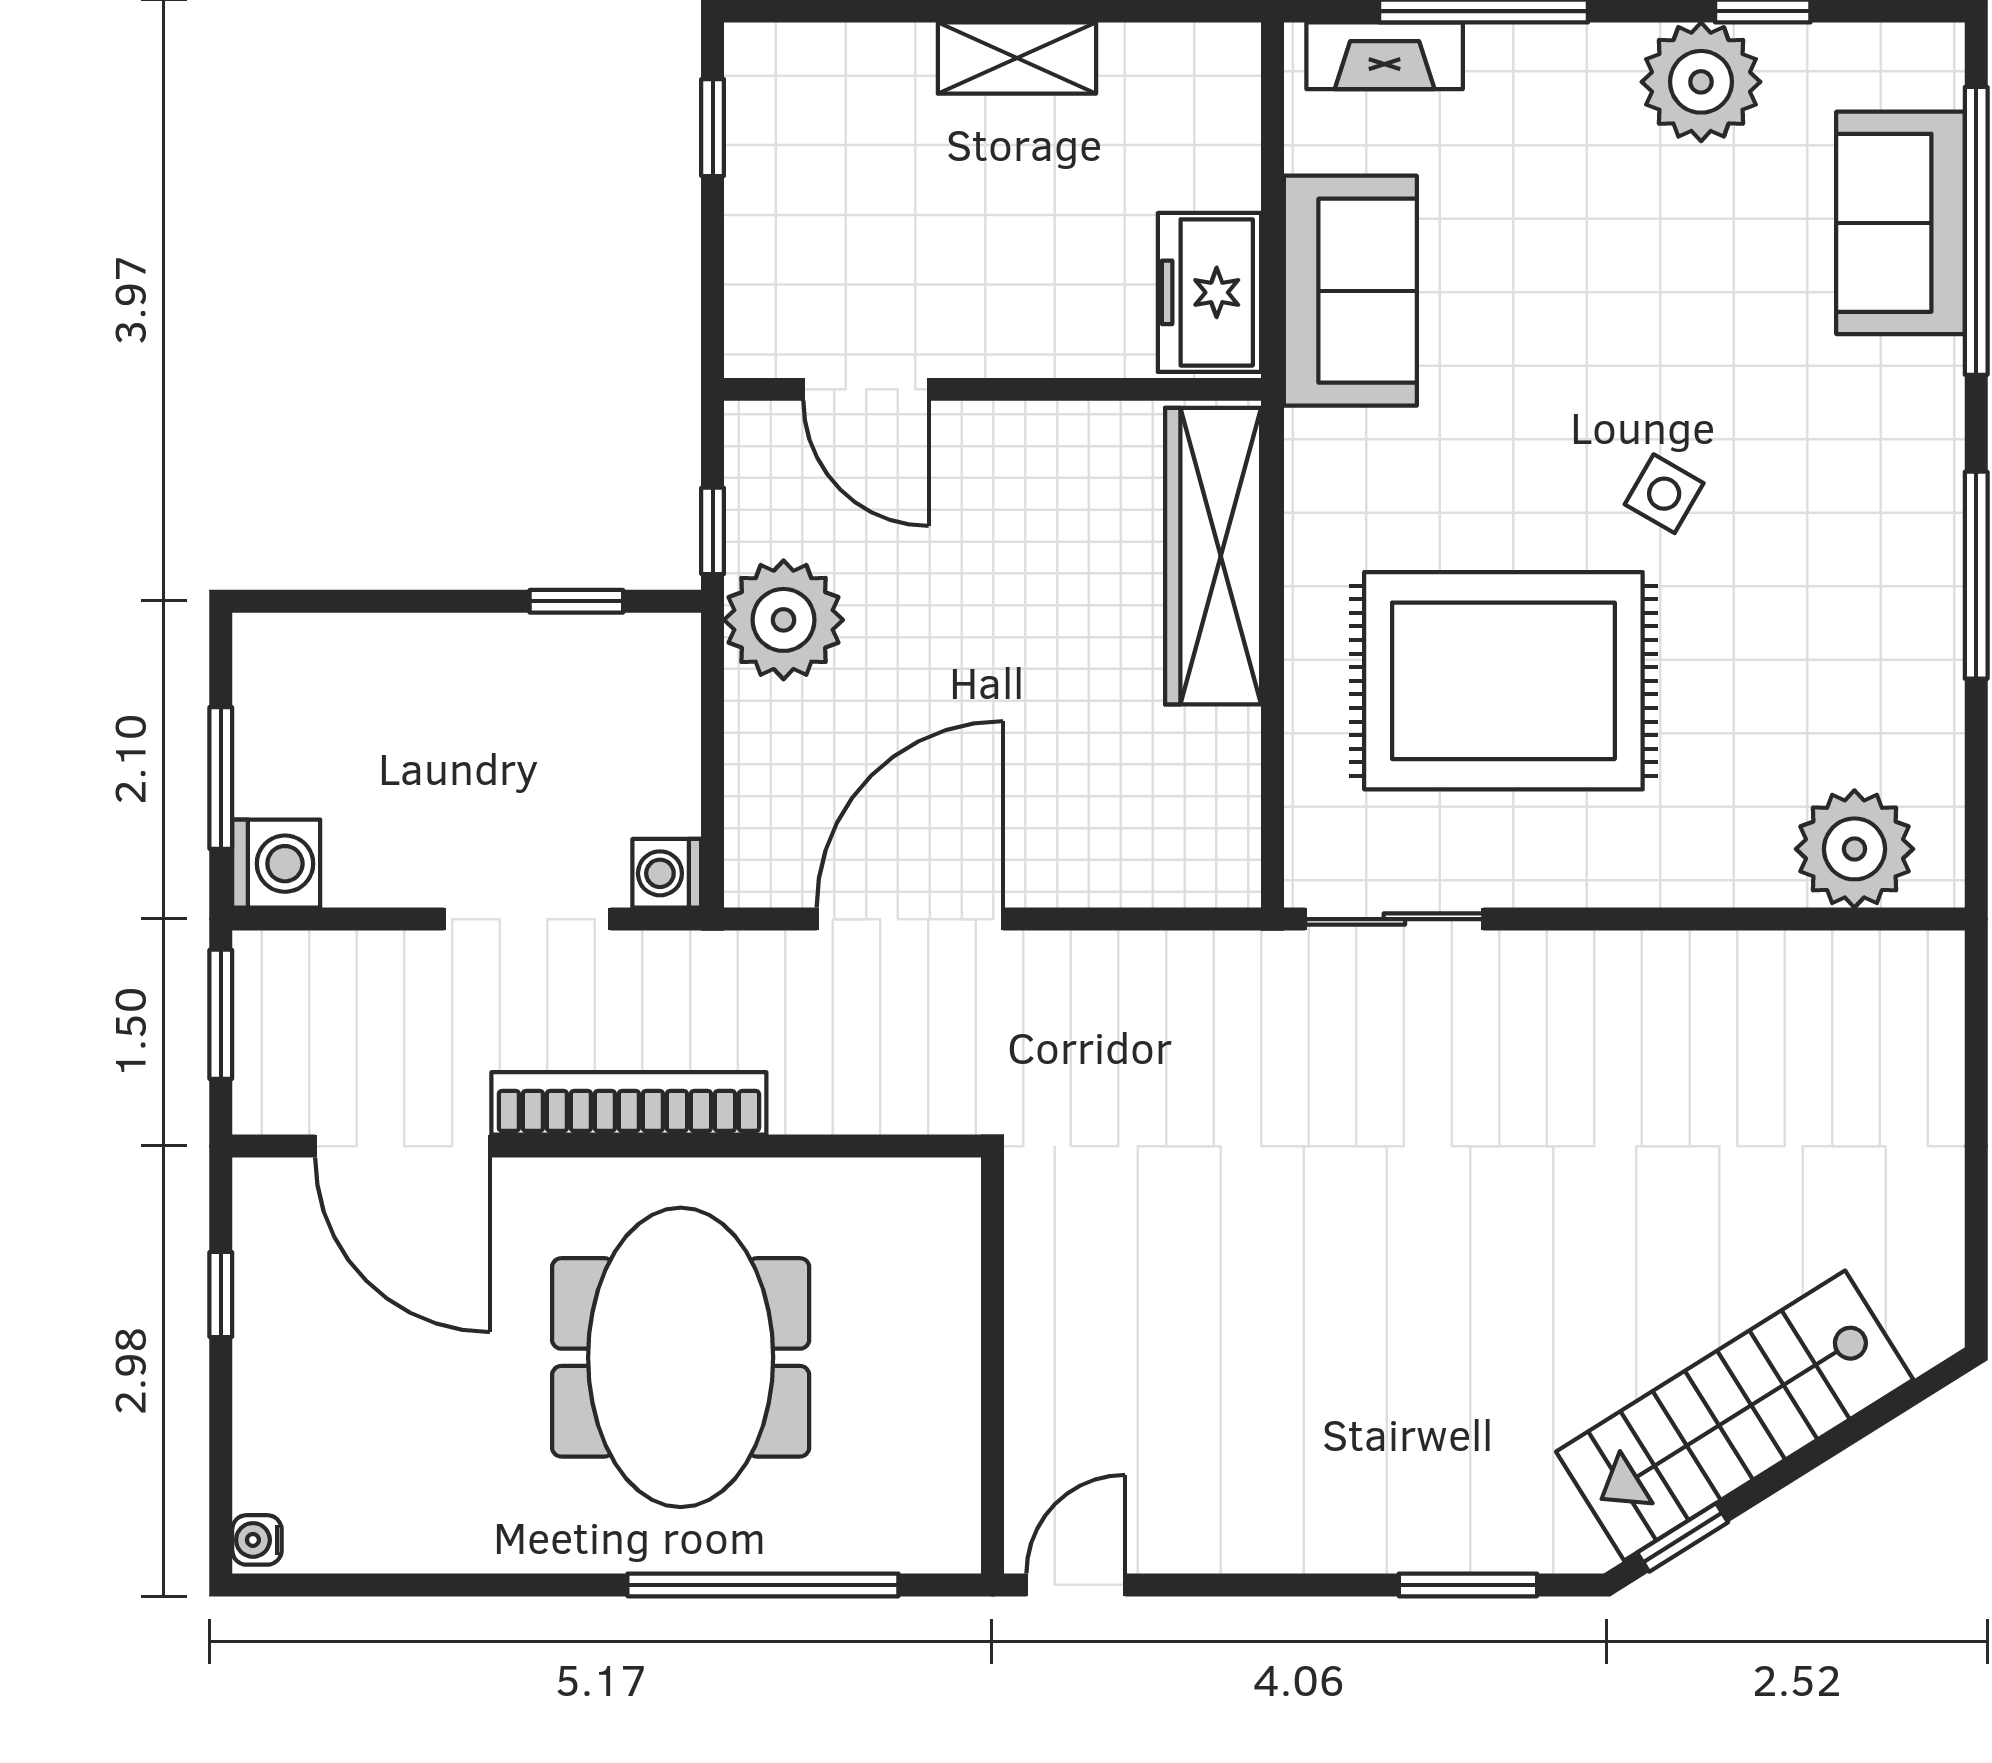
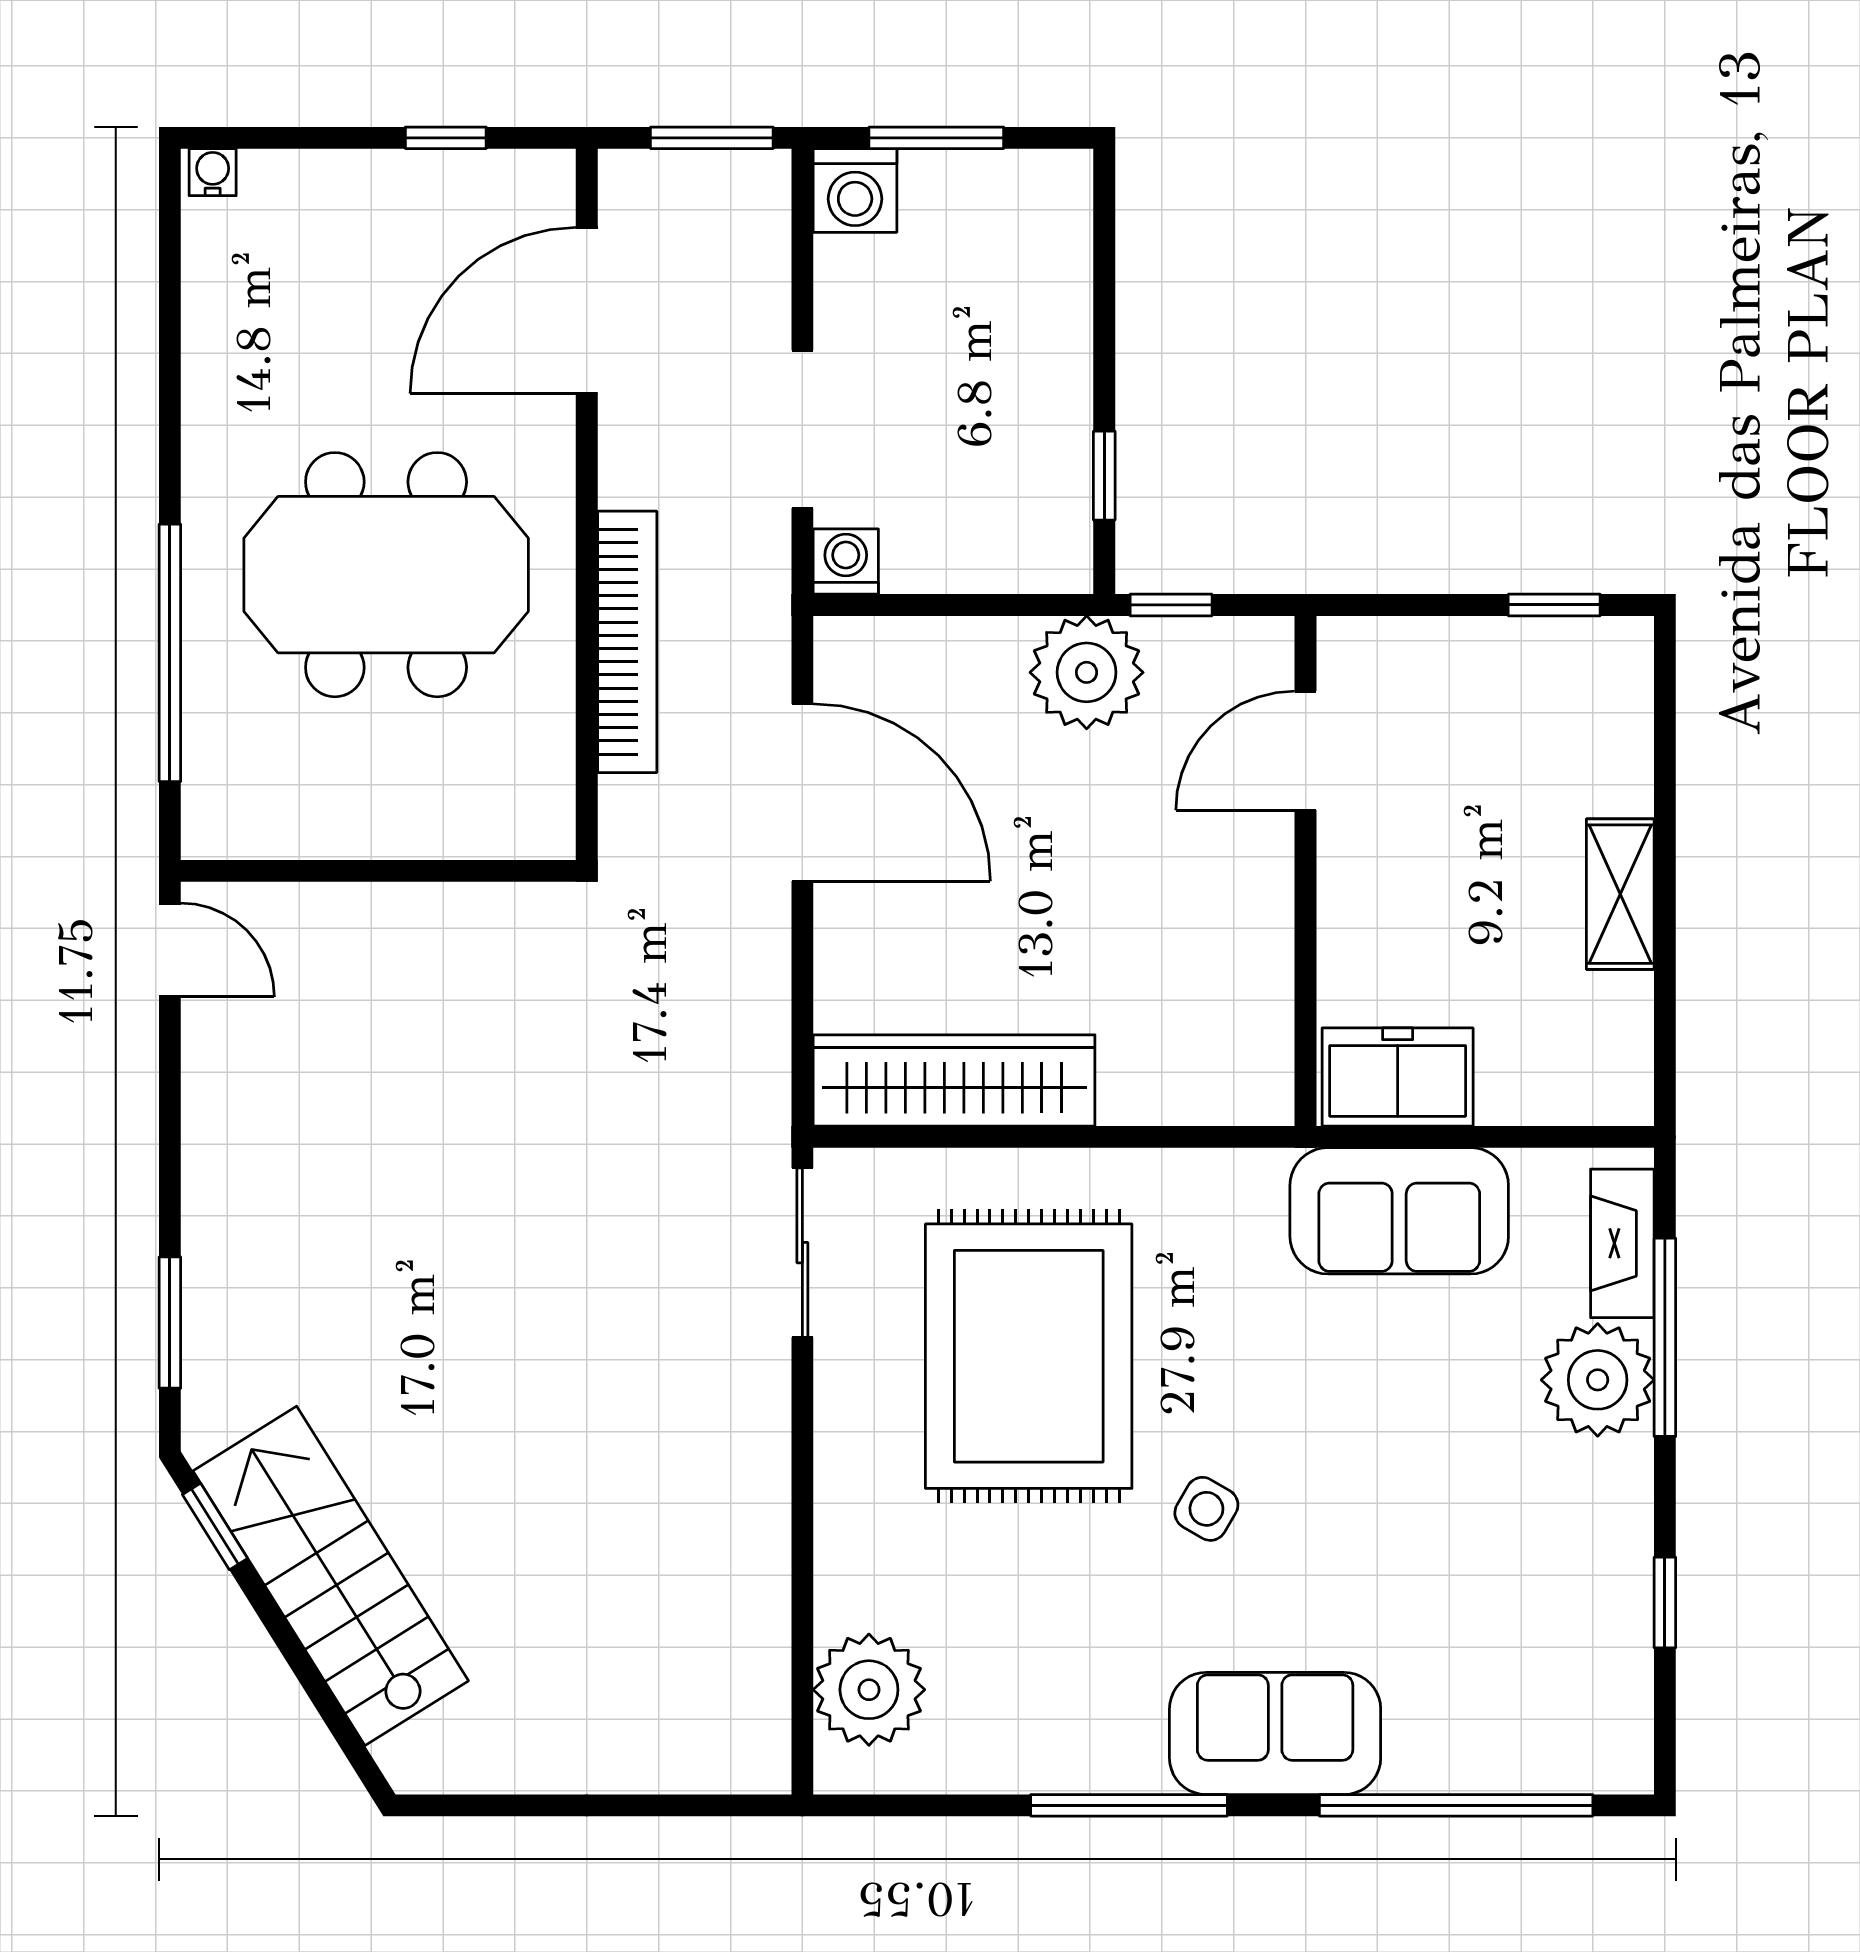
plant: (1701, 82) -> (1598, 1380), moved
sofa: (1901, 223) -> (1275, 1733), moved
wardrobe: (1213, 556) -> (954, 1080), moved
bookcase: (629, 1103) -> (627, 642), moved

